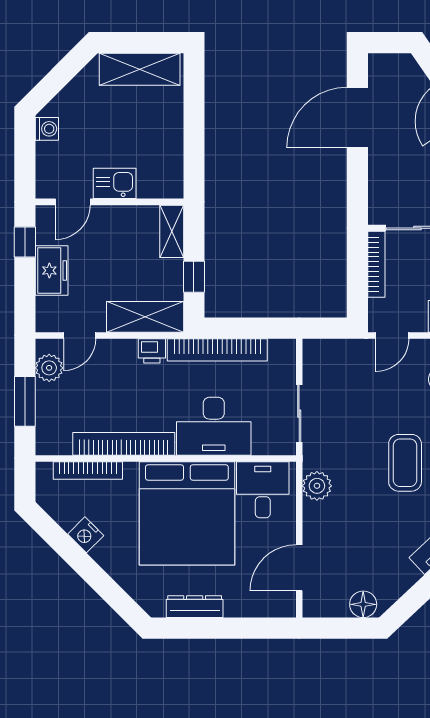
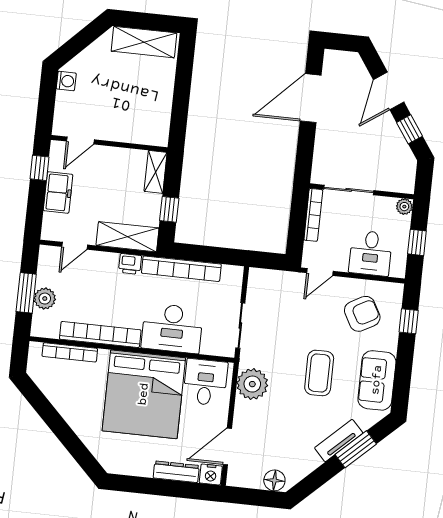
kitchen sink: (115, 183) -> (115, 130), removed
plant: (49, 368) -> (45, 299), moved
plant: (317, 486) -> (252, 384), width x1.36, depth x1.36
nightstand: (86, 535) -> (211, 474), moved, turned -45
dresser: (195, 607) -> (176, 472), moved

